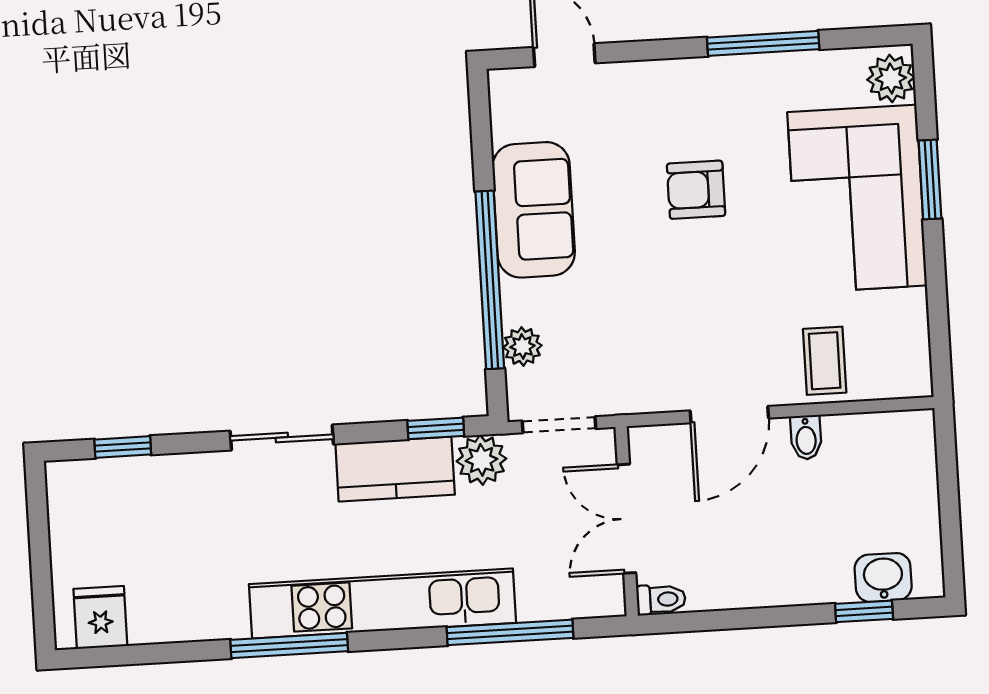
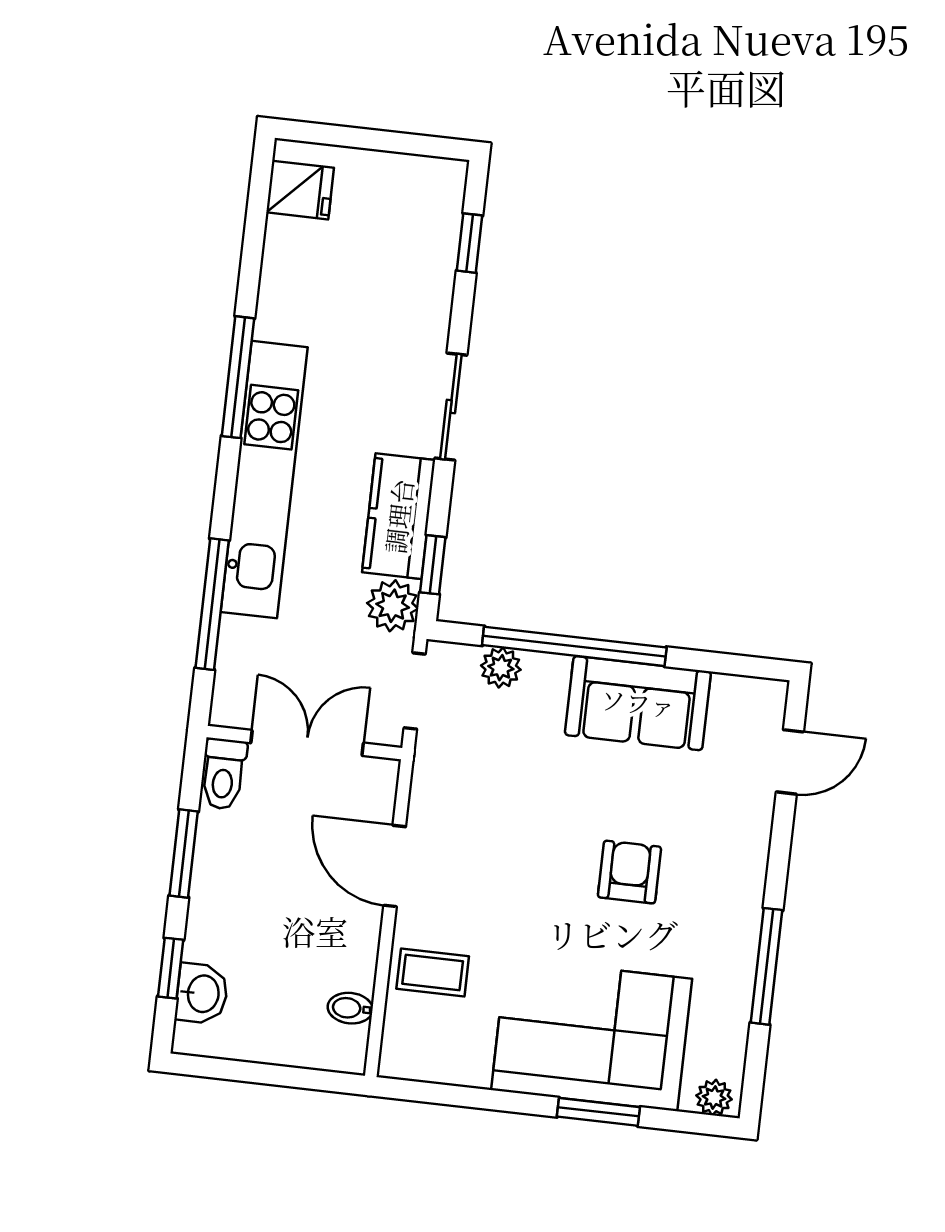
plant: (891, 78) -> (714, 1098), width x0.73, depth x0.73
bidet: (806, 437) -> (350, 1008), moved
toilet: (661, 599) -> (223, 774), width x1.37, depth x1.39
window: (753, 618) -> (184, 853), added

